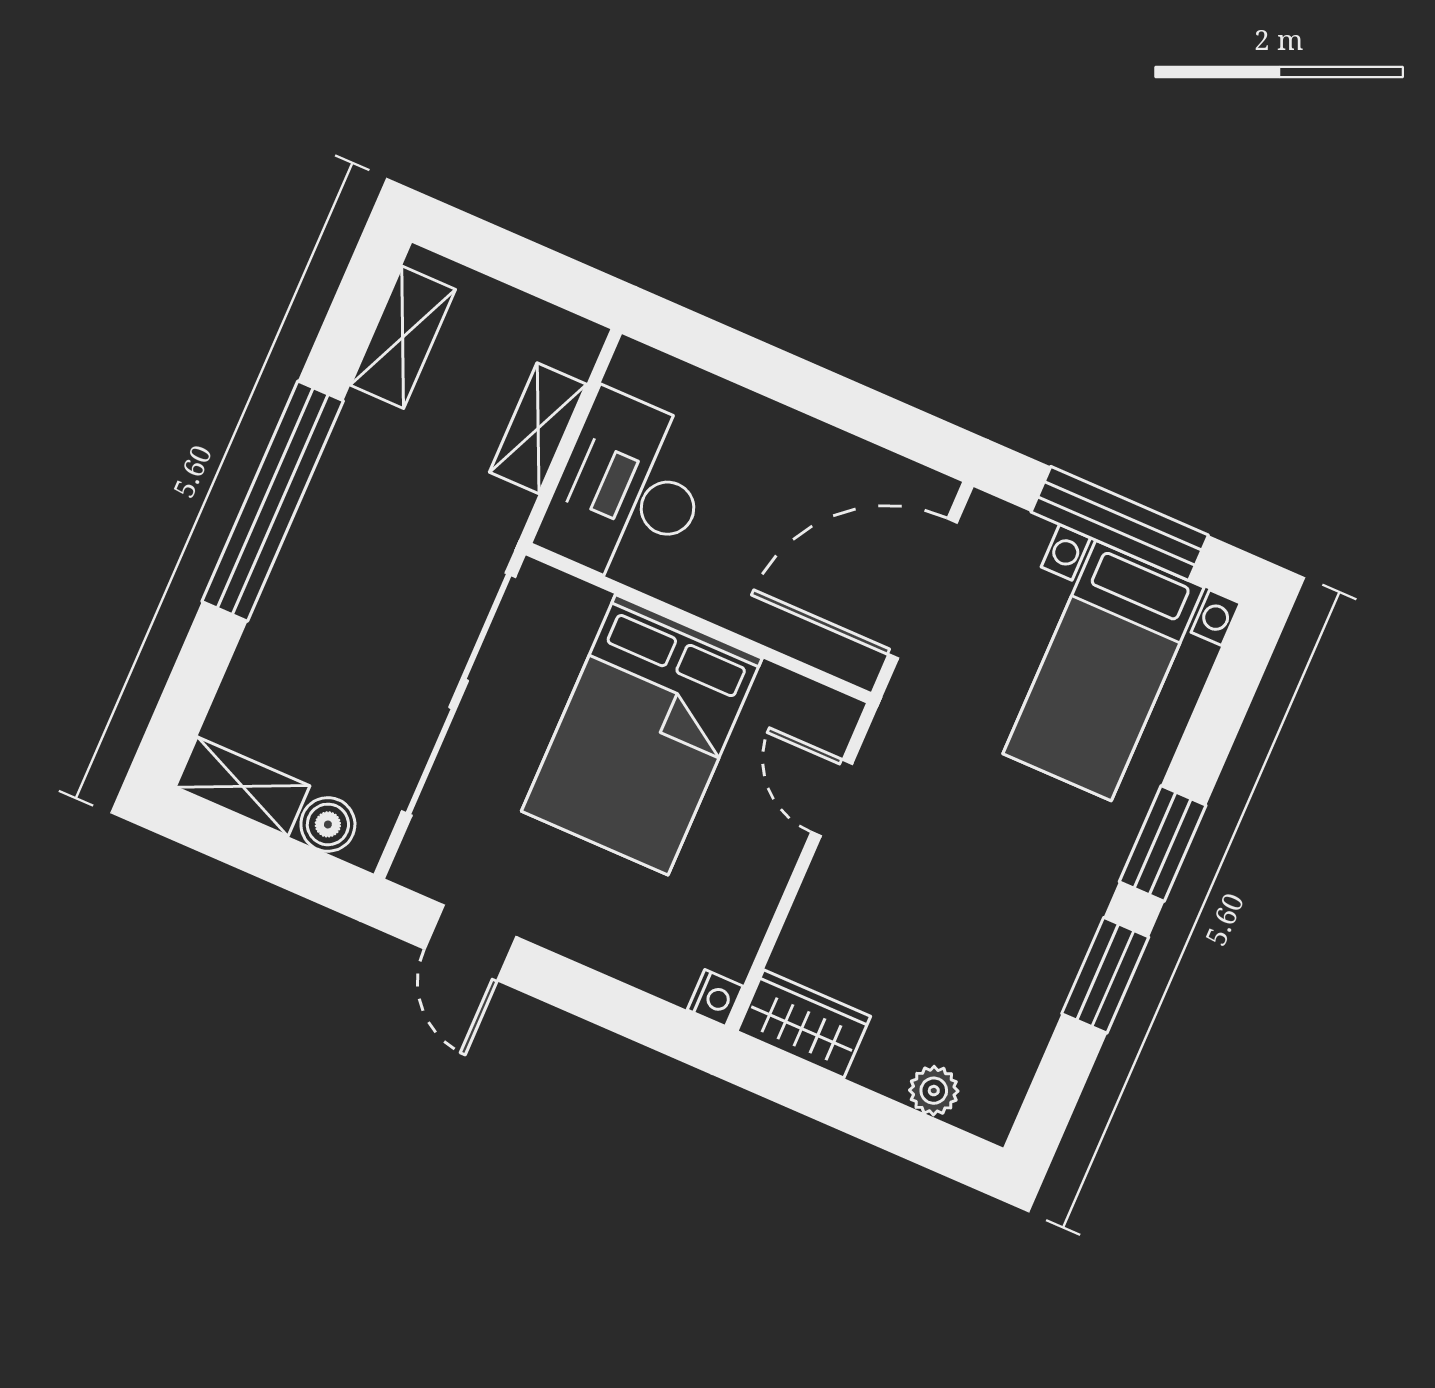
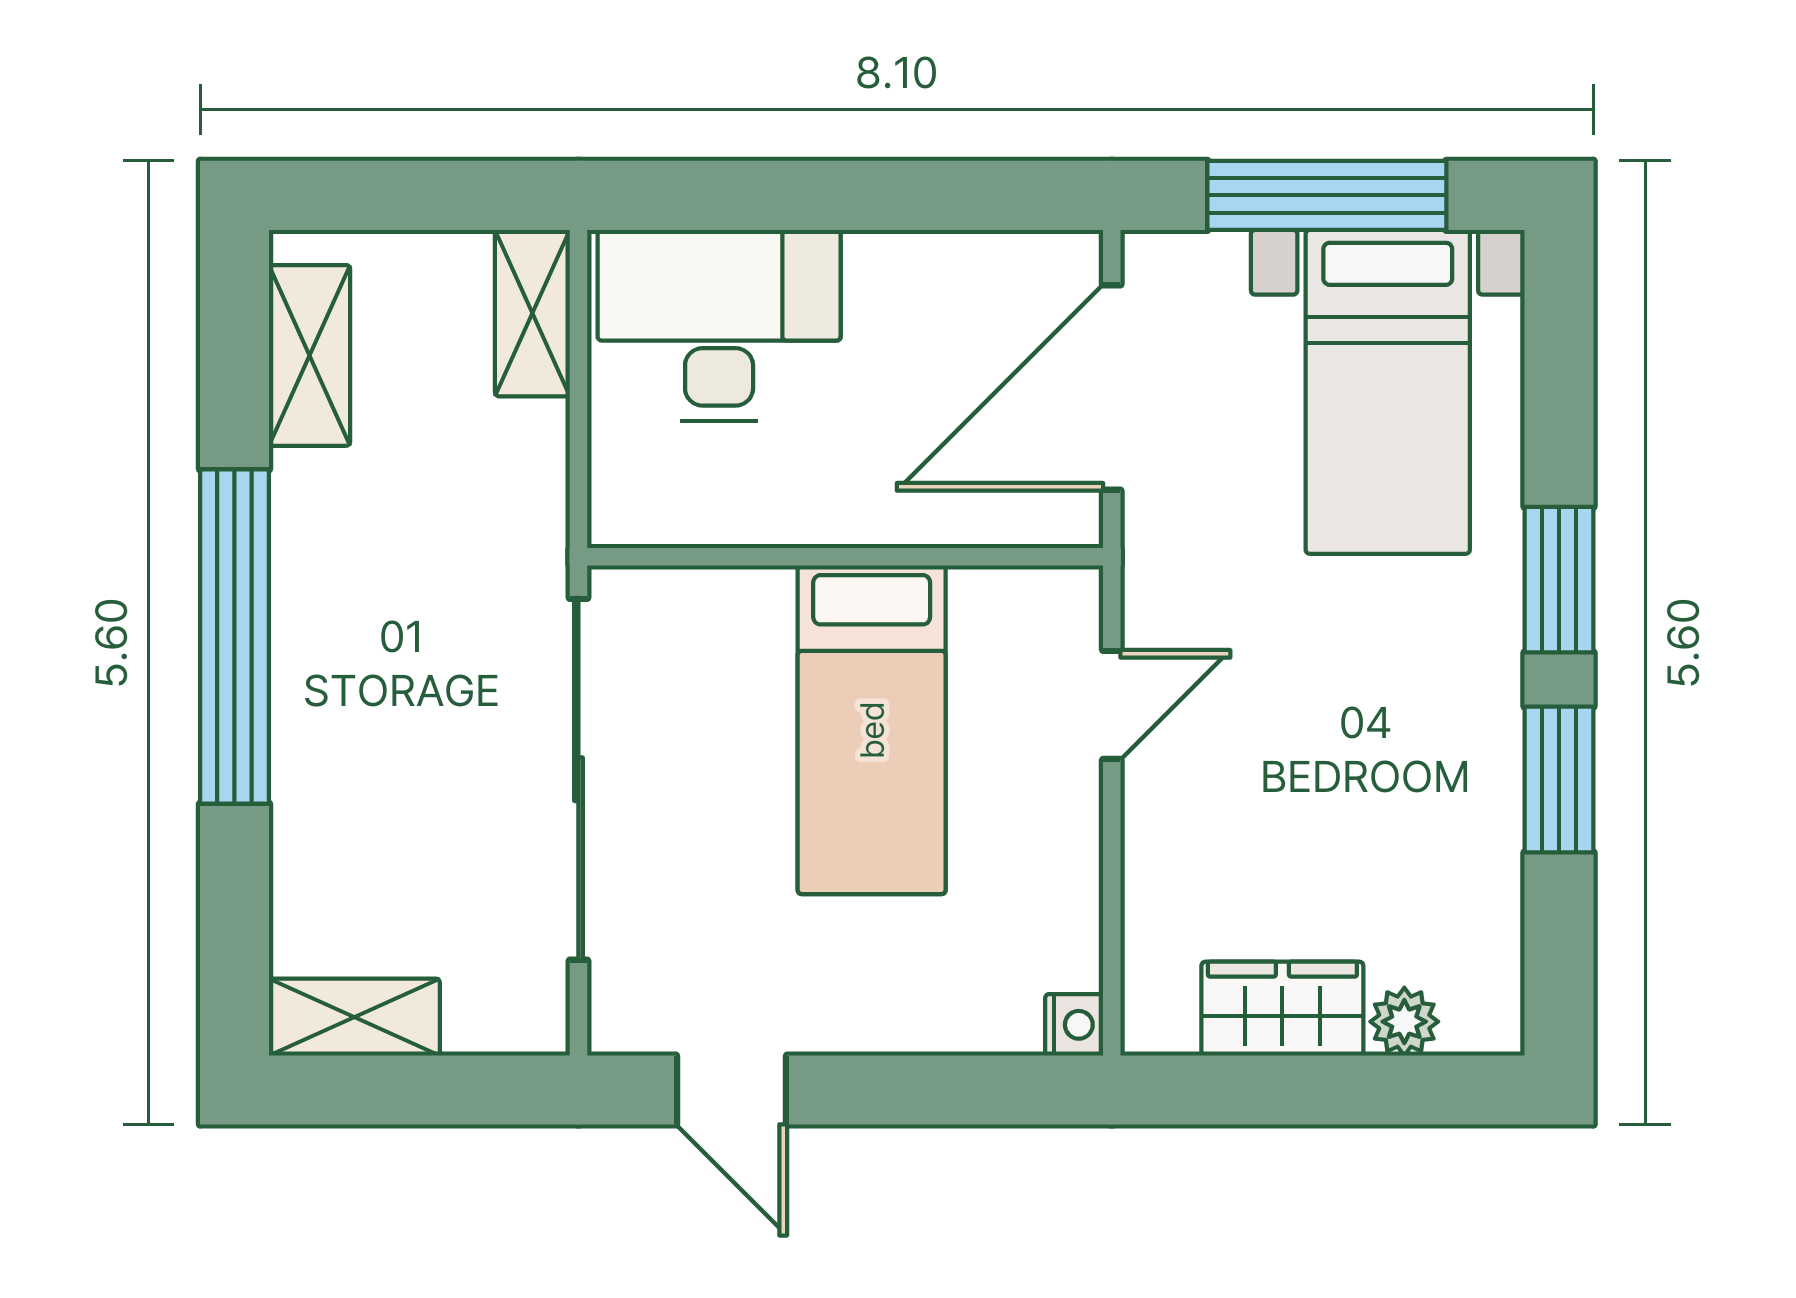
shelving: (538, 428) -> (532, 313), moved
desk: (628, 491) -> (719, 325), moved, turned 90
bed: (642, 735) -> (872, 730), width x0.67
door: (832, 798) -> (1112, 705), swing flipped
boiler: (328, 824) -> (484, 1018), removed
wardrobe: (804, 1024) -> (1282, 1009), moved

